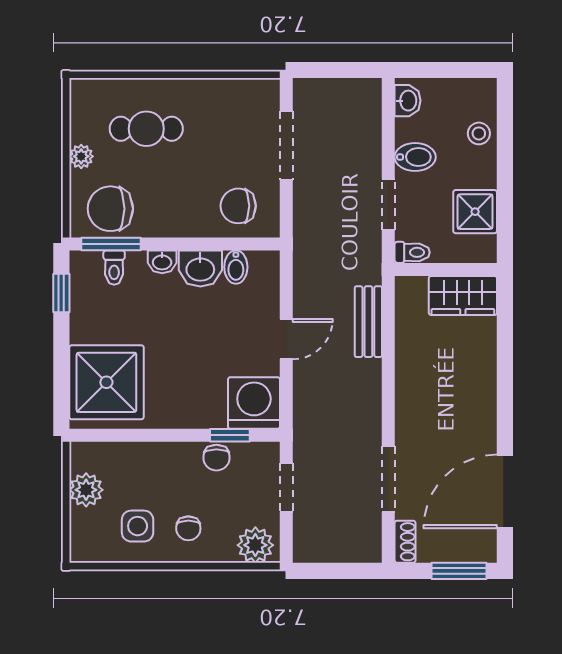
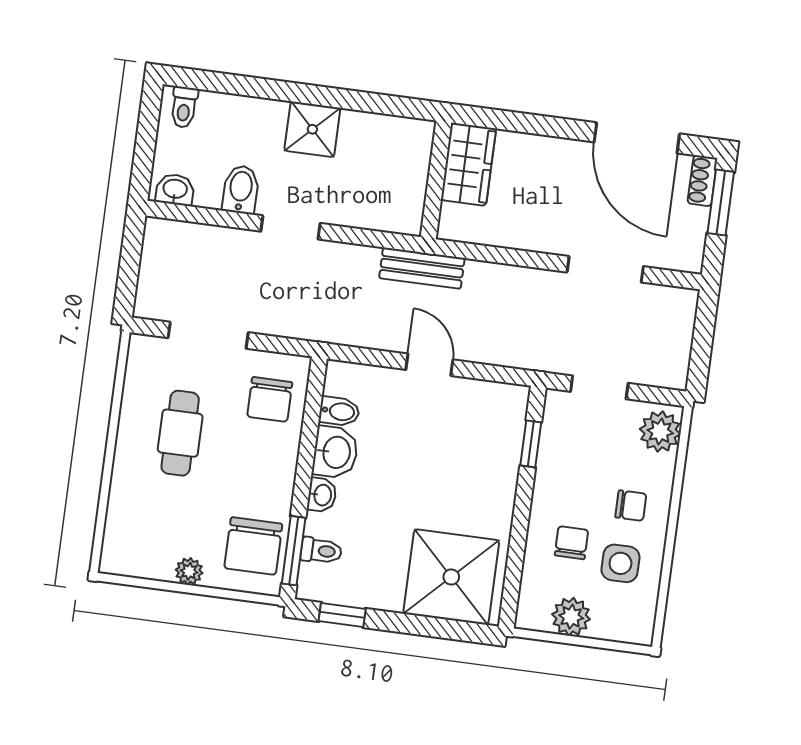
cafe table: (146, 129) -> (180, 433), moved
stool: (479, 133) -> (223, 113), removed
toilet: (412, 252) -> (184, 107), moved, turned 180
wall: (446, 269) -> (436, 180), moved
wardrobe: (463, 295) -> (468, 164), moved
washing machine: (254, 403) -> (498, 411), removed
chair: (216, 458) -> (571, 543), moved, turned -90
shoe rack: (405, 542) -> (702, 181), moved, turned -90

